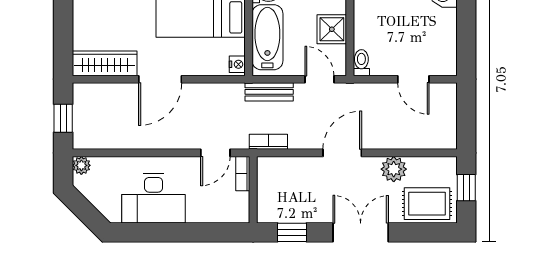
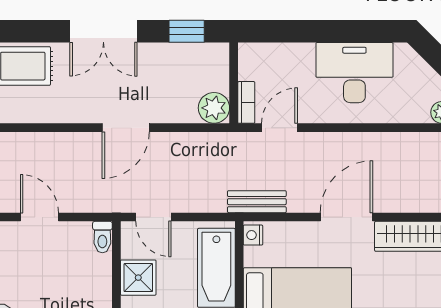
bench: (269, 92) -> (257, 202), moved
bookcase: (268, 142) -> (215, 141), removed
plant: (394, 169) -> (214, 108), moved

